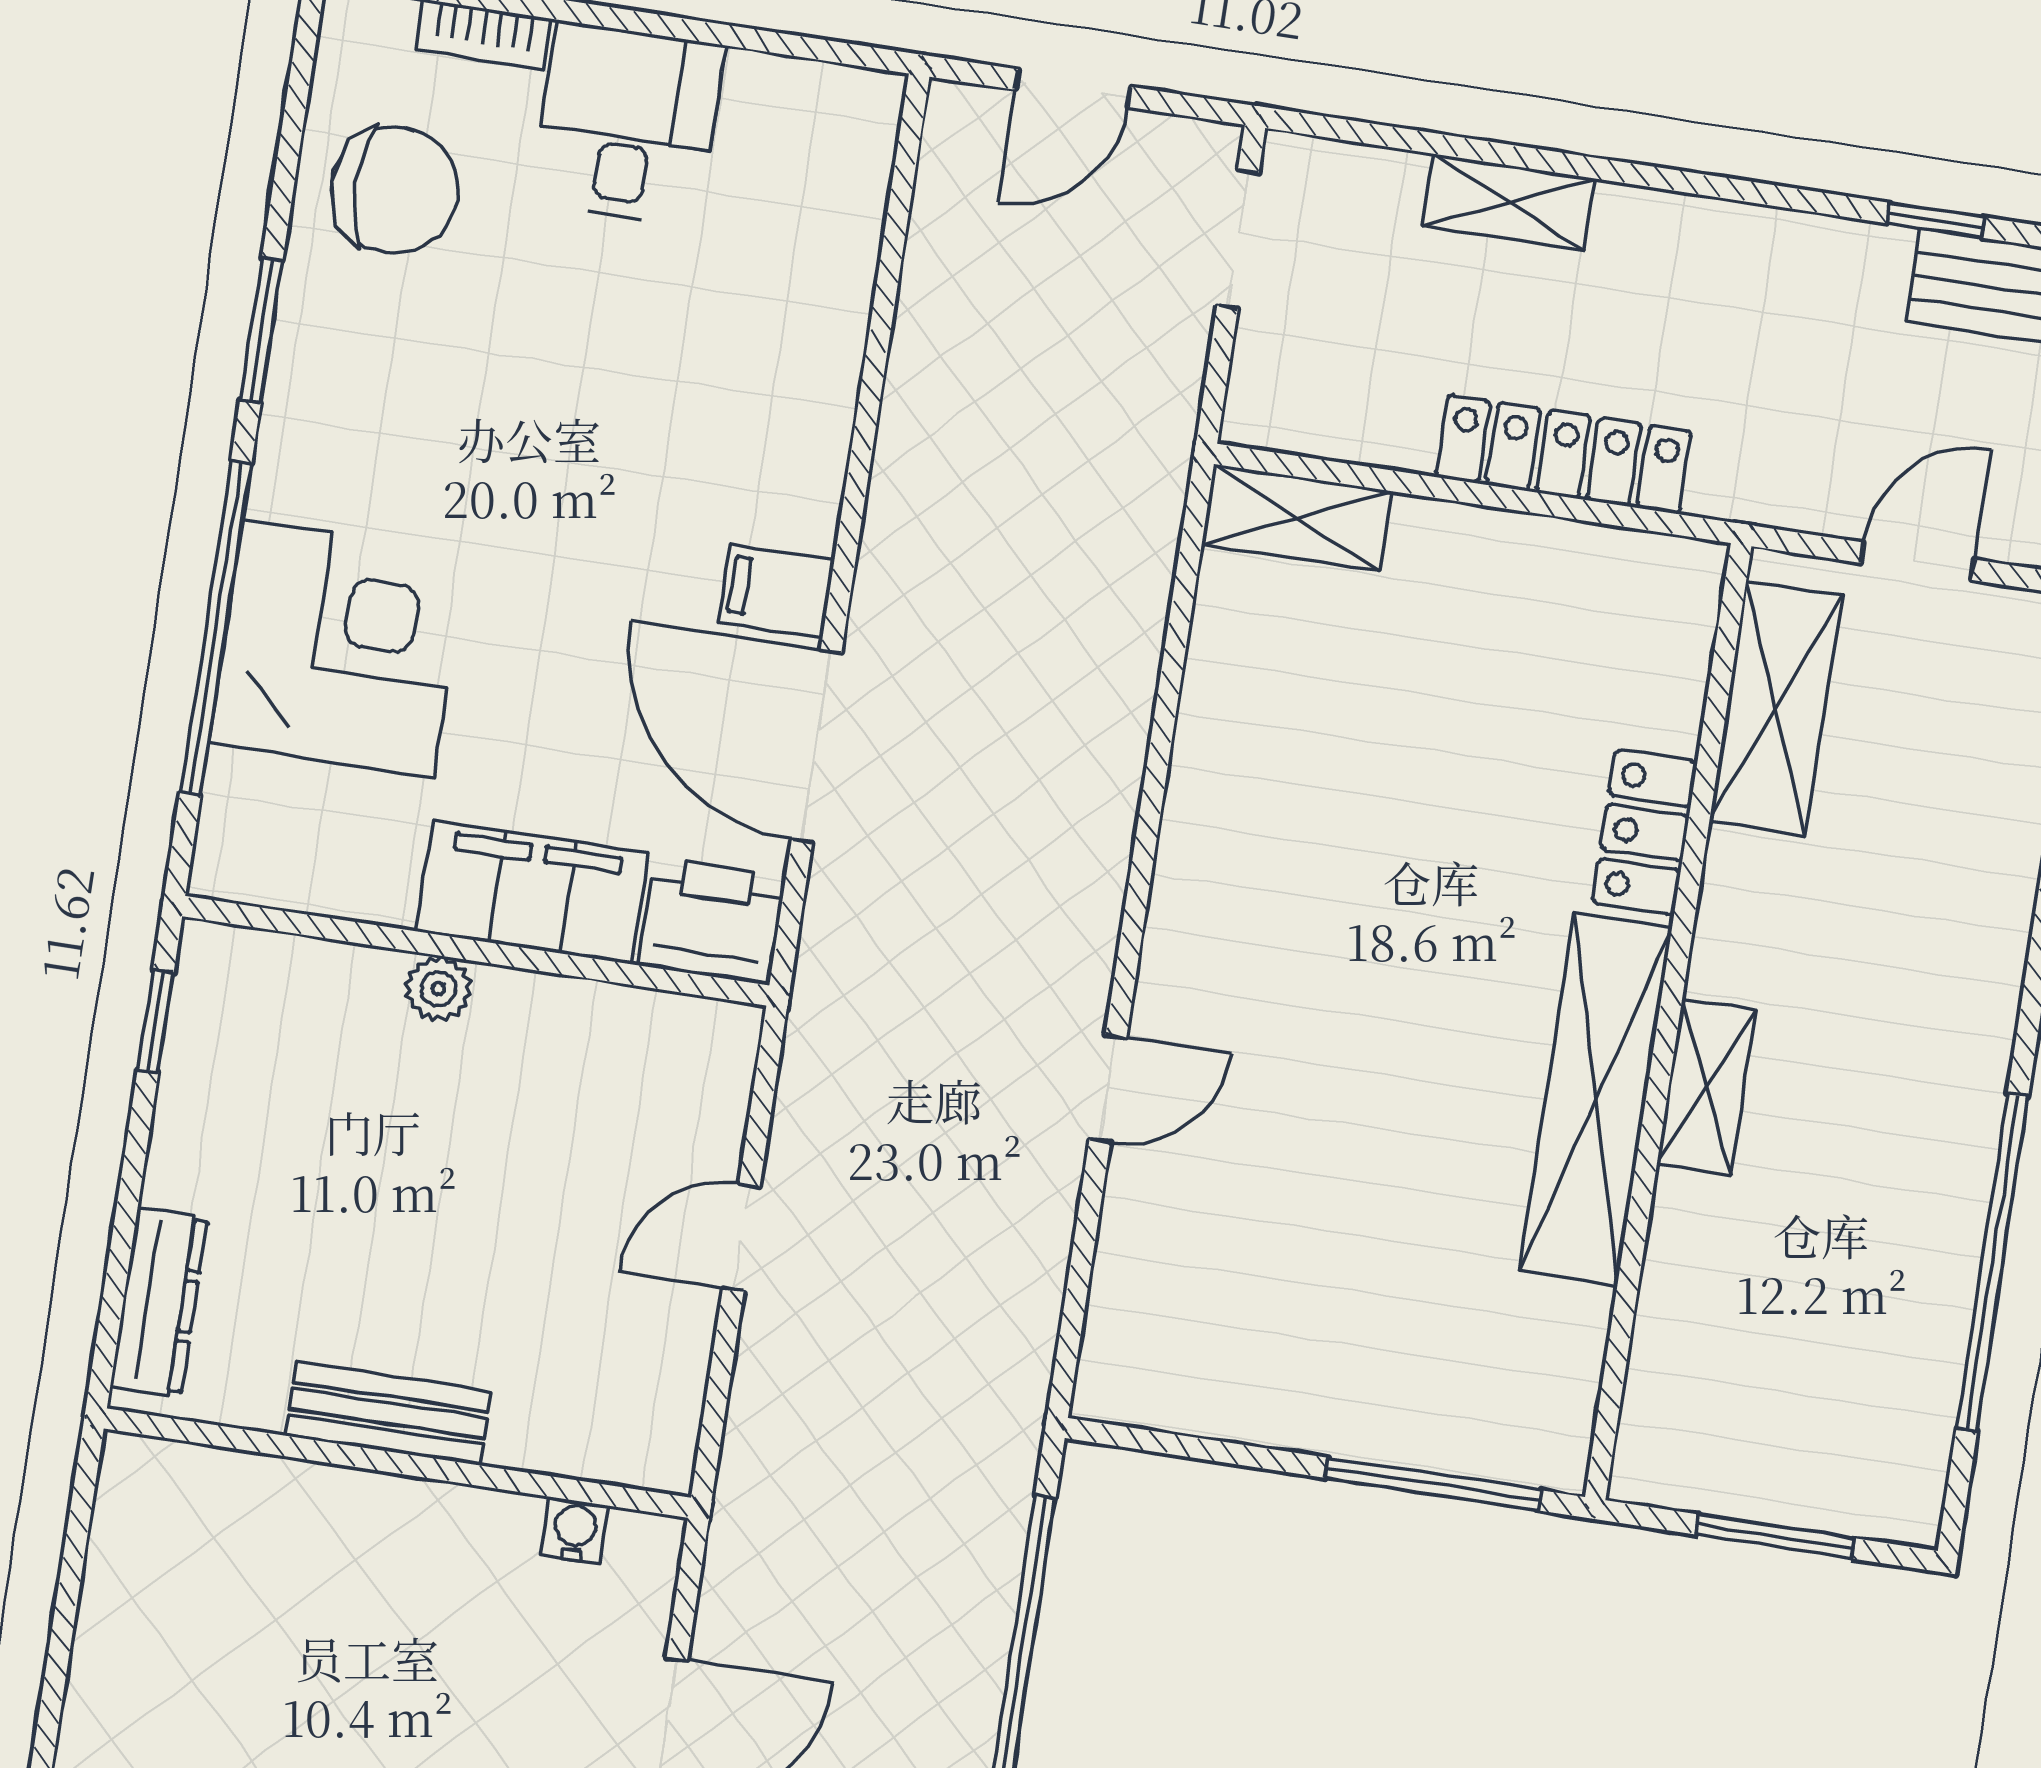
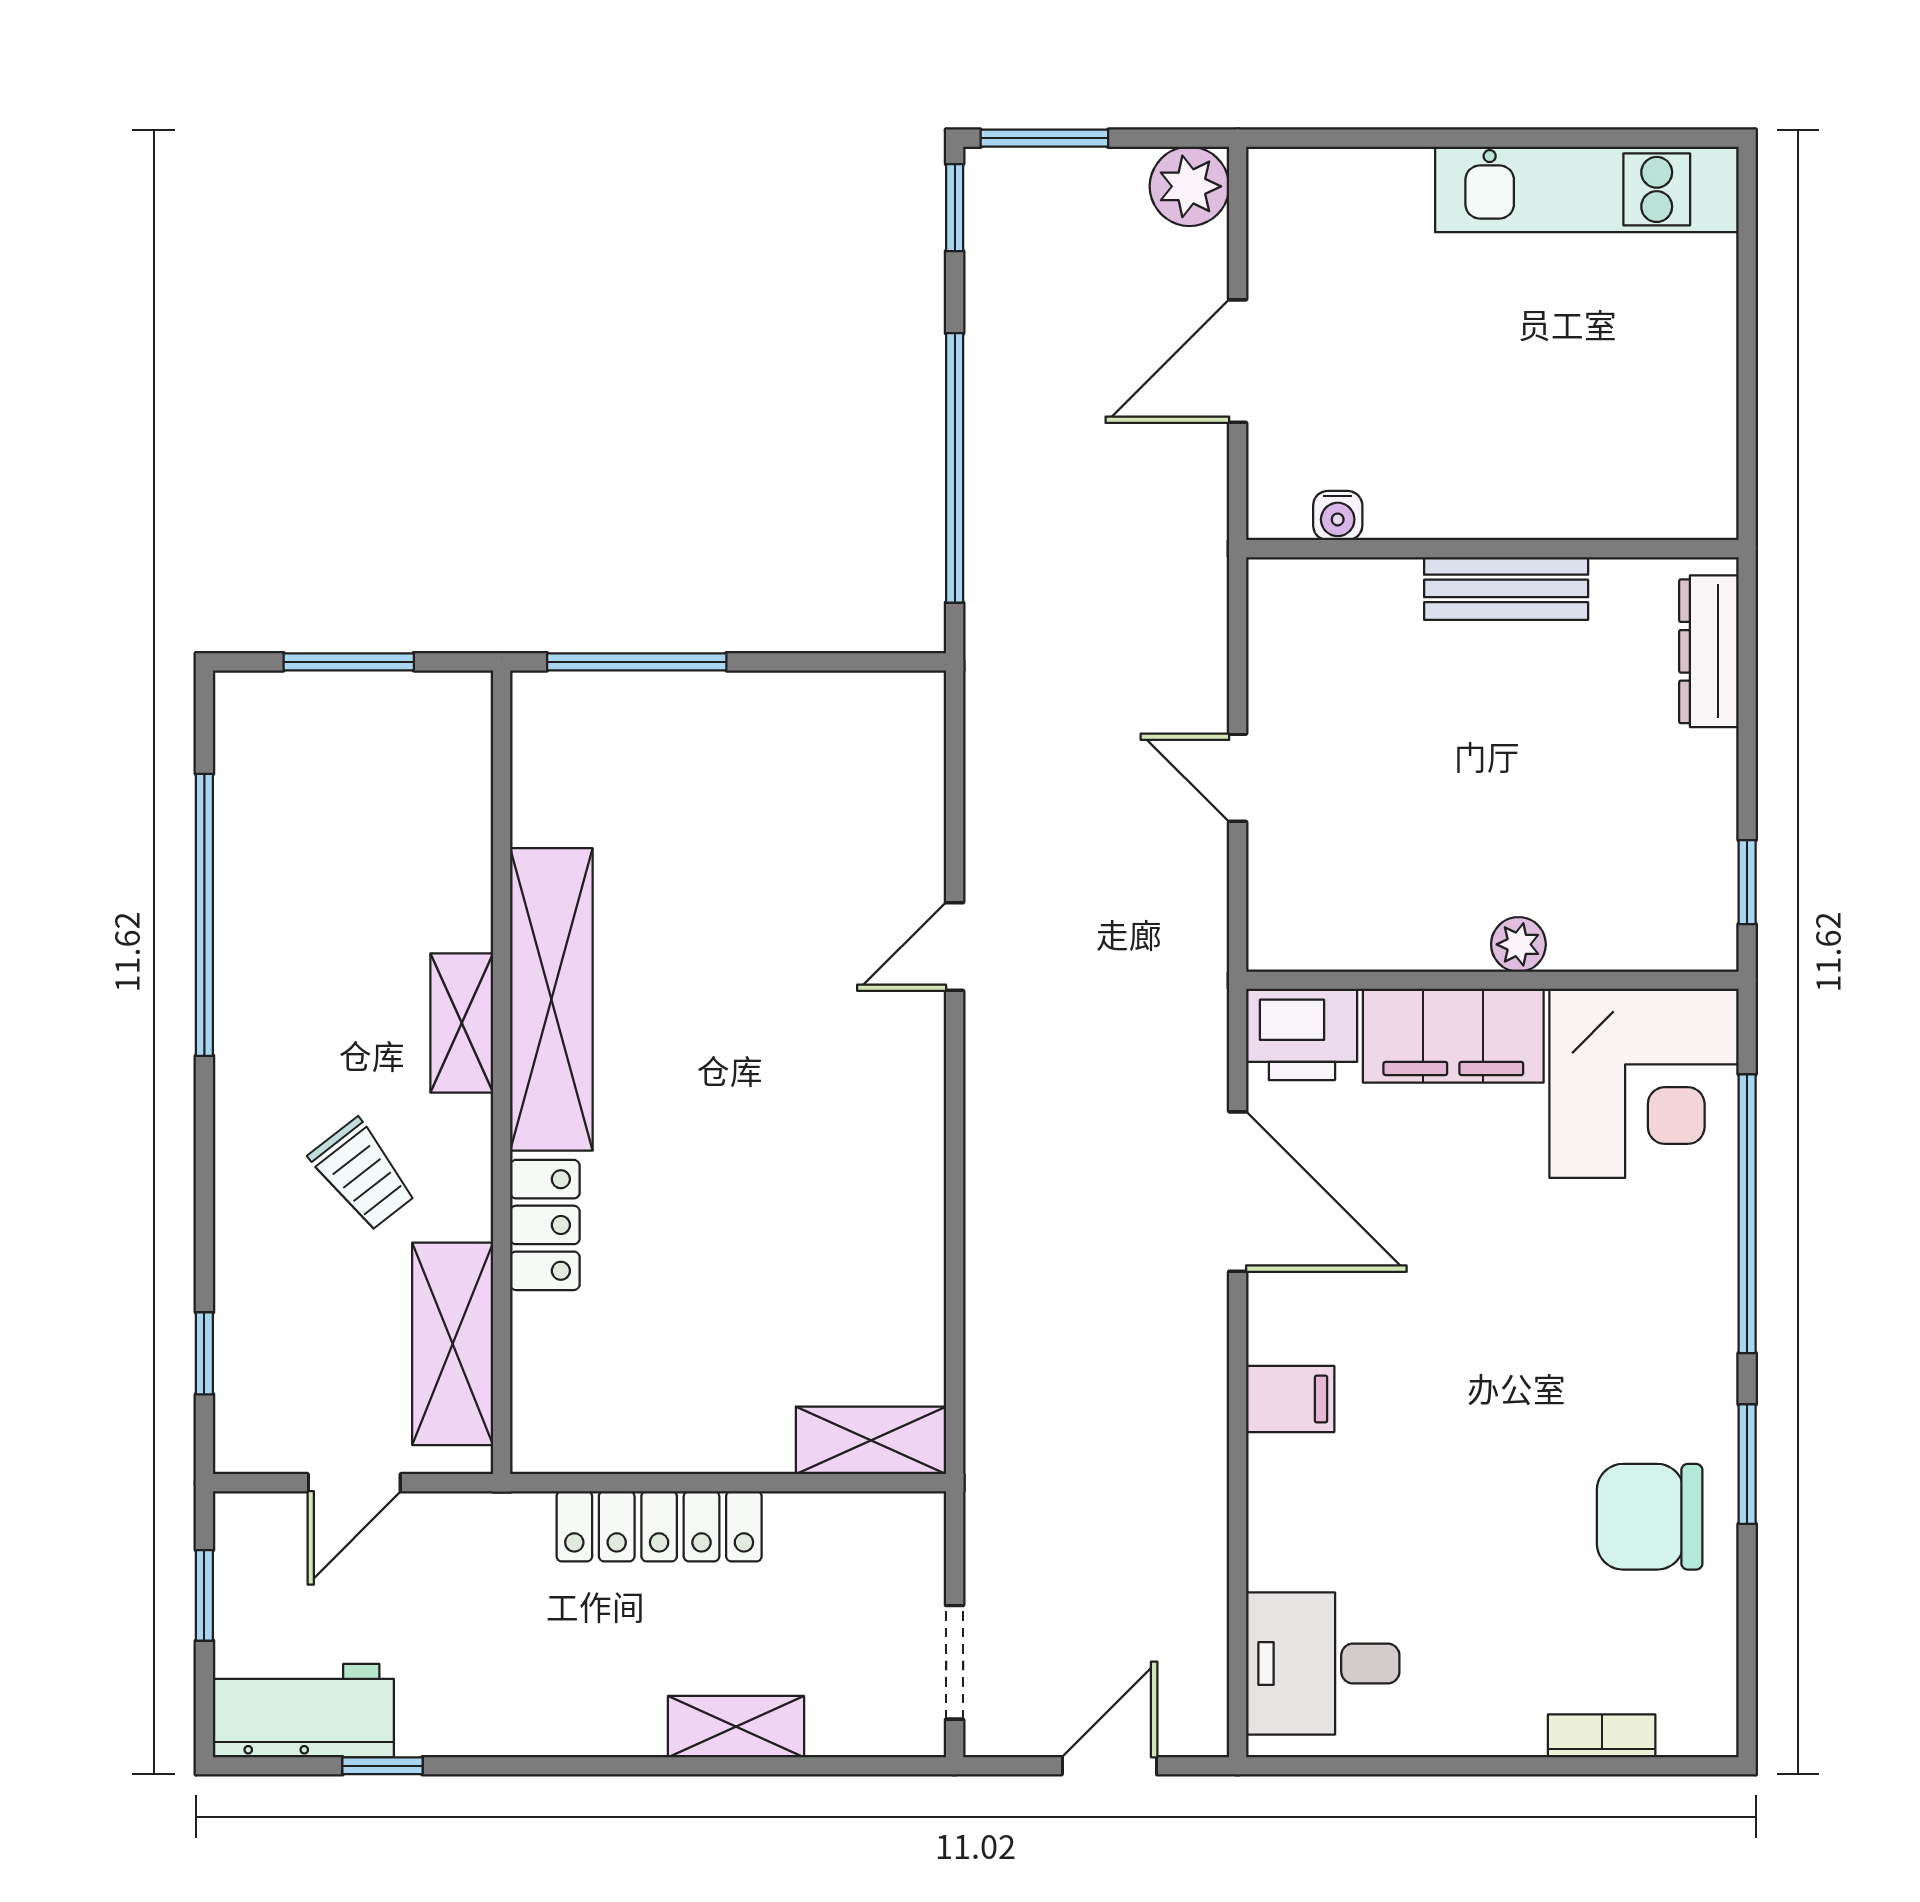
desk: (628, 124) -> (1323, 1664), moved, turned 90
chair: (395, 190) -> (1650, 1517), moved
filing cabinet: (776, 591) -> (1290, 1399), moved
corner desk: (338, 648) -> (1644, 1083), moved, turned -90
trolley: (1852, 925) -> (363, 1175), added
door: (741, 1237) -> (1238, 778), swing flipped

